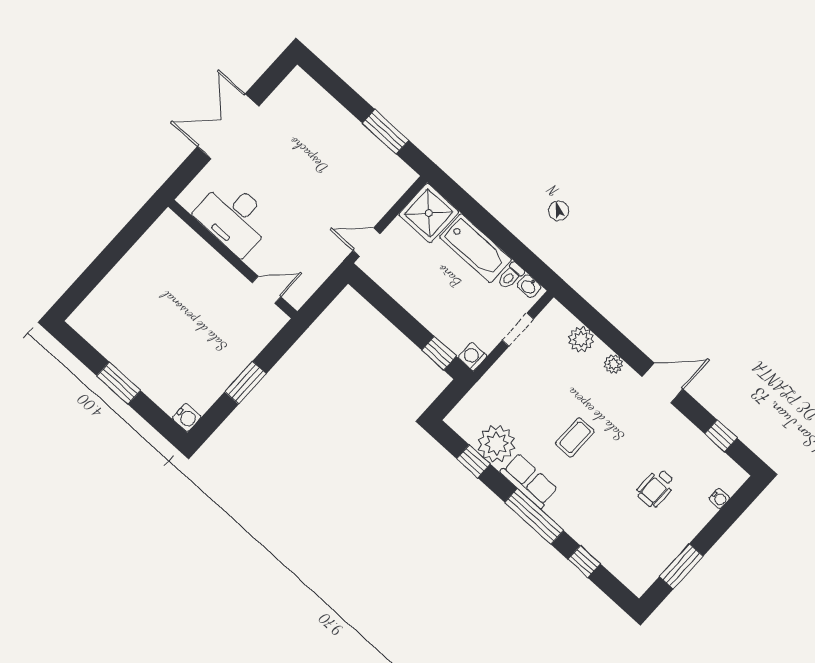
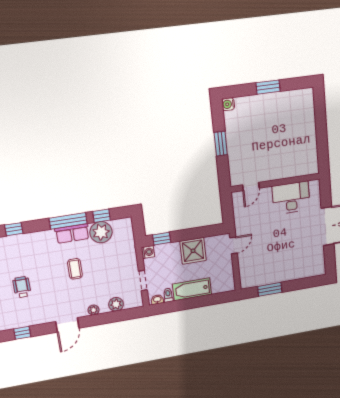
shower: (429, 213) -> (193, 251), moved
window: (534, 516) -> (68, 221), moved

